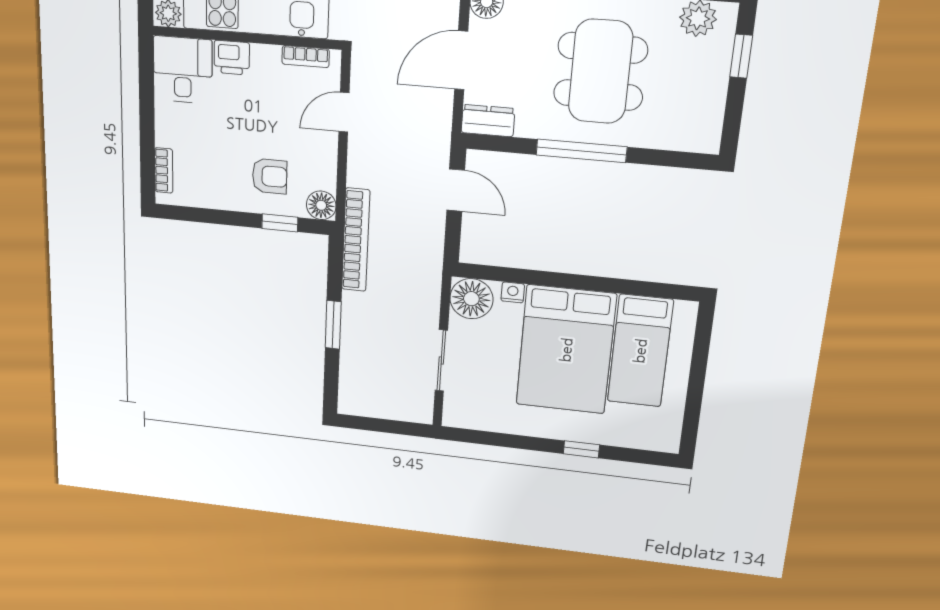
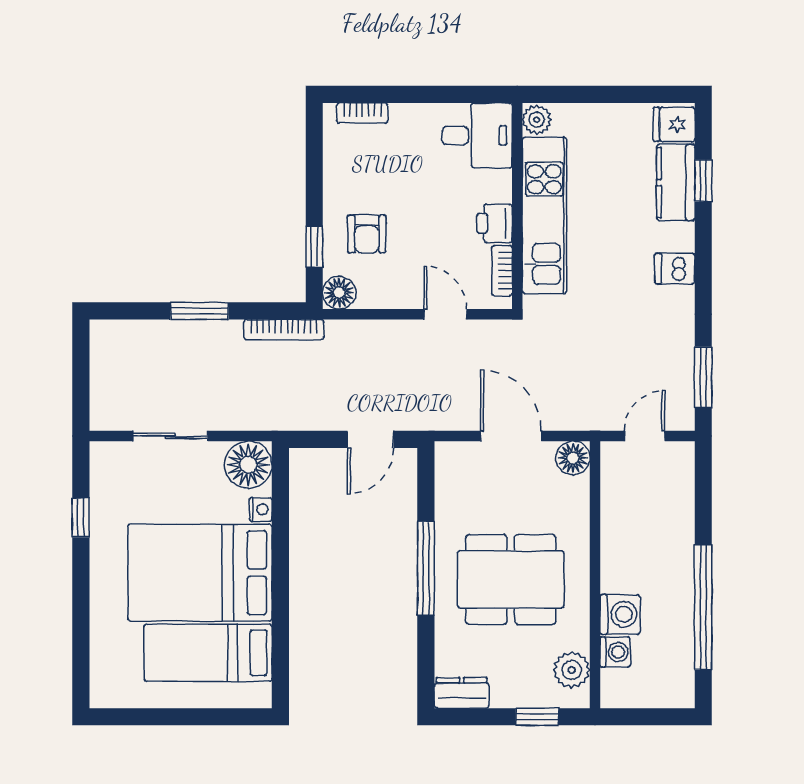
printer: (232, 58) -> (495, 223), moved
dresser: (488, 121) -> (462, 693), moved, turned -90
bookcase: (356, 240) -> (284, 330), width x0.68, depth x0.76
window: (581, 449) -> (81, 518), moved

